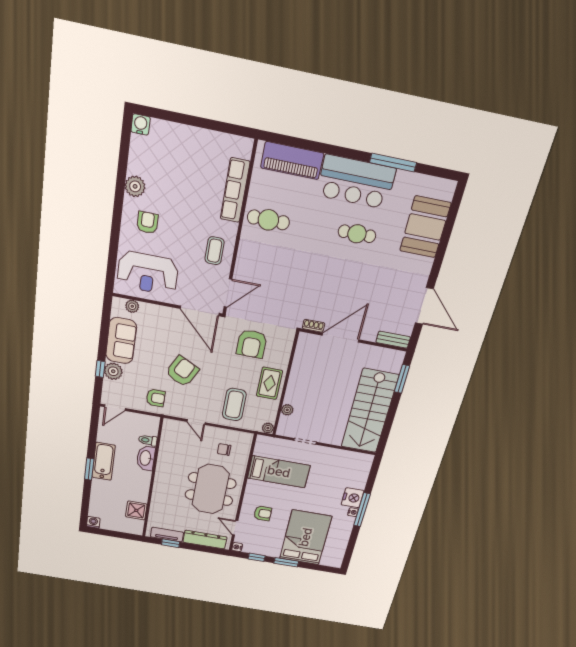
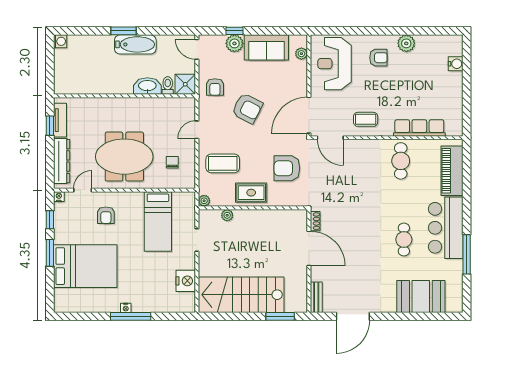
water cooler: (141, 124) -> (456, 64), moved
nightstand: (352, 498) -> (186, 281), moved, turned -90
shower: (136, 510) -> (185, 84), moved

